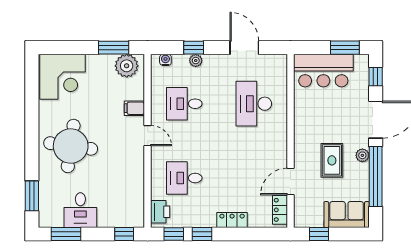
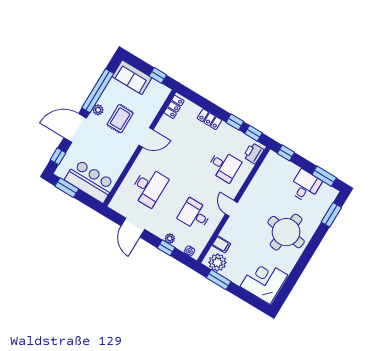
desk: (184, 104) -> (195, 215), turned 180
filing cabinet: (134, 108) -> (221, 244), moved
door: (290, 182) -> (146, 137), moved

